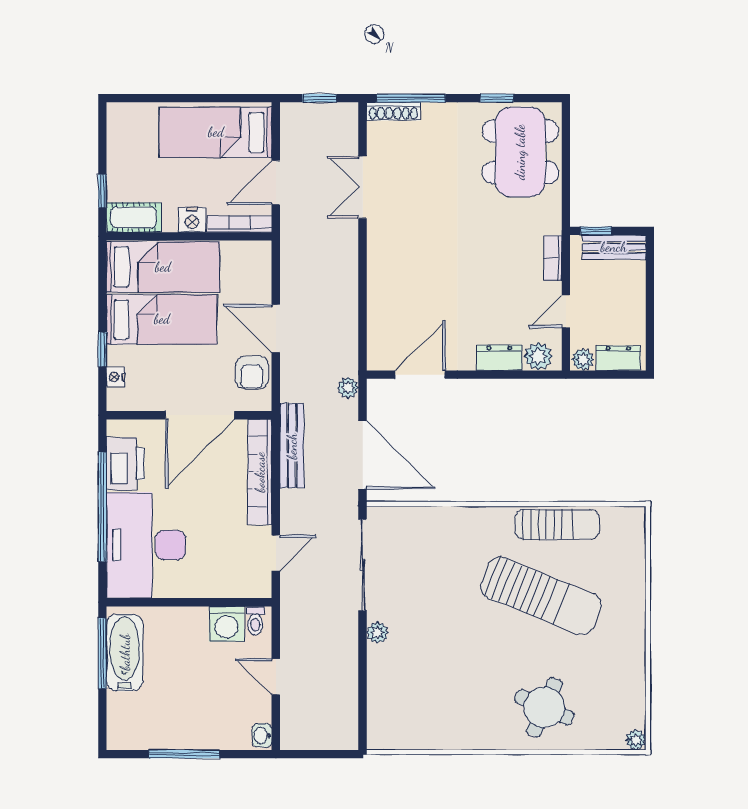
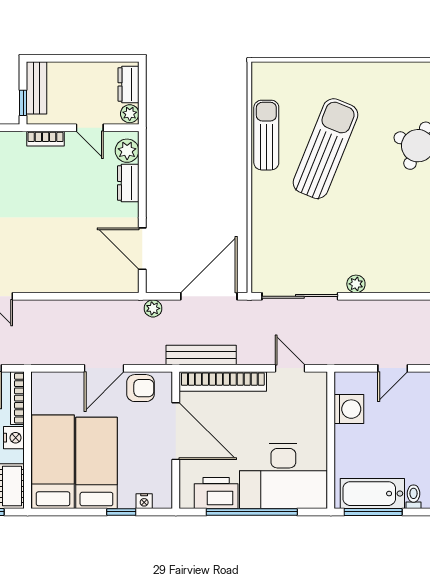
toilet: (255, 621) -> (413, 497), moved, turned -90

